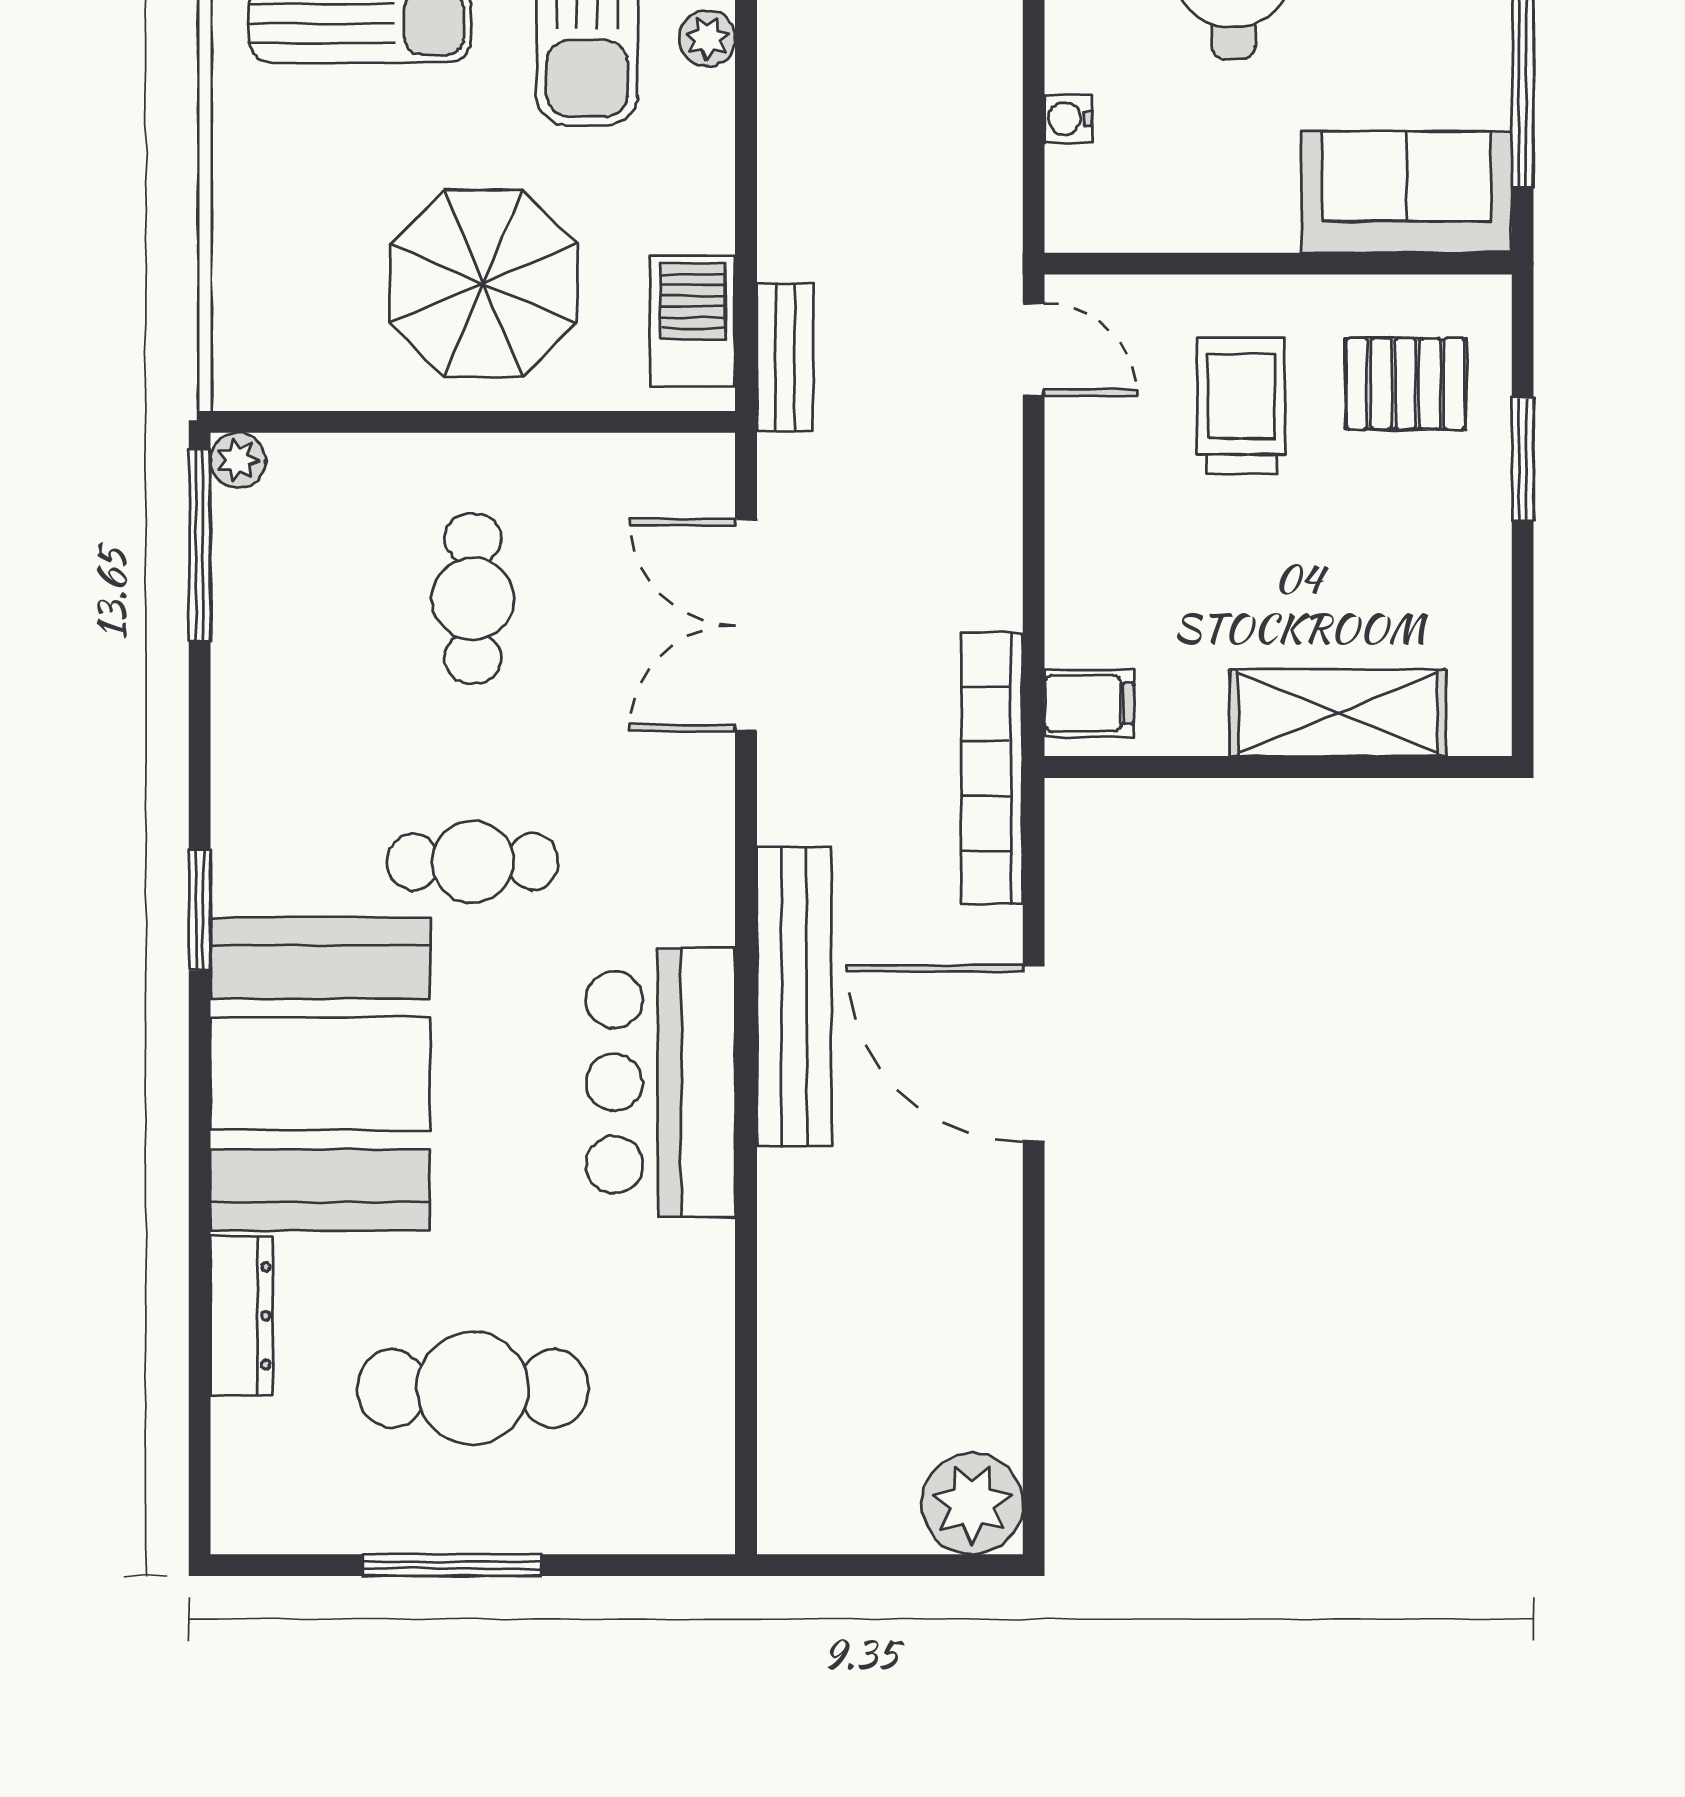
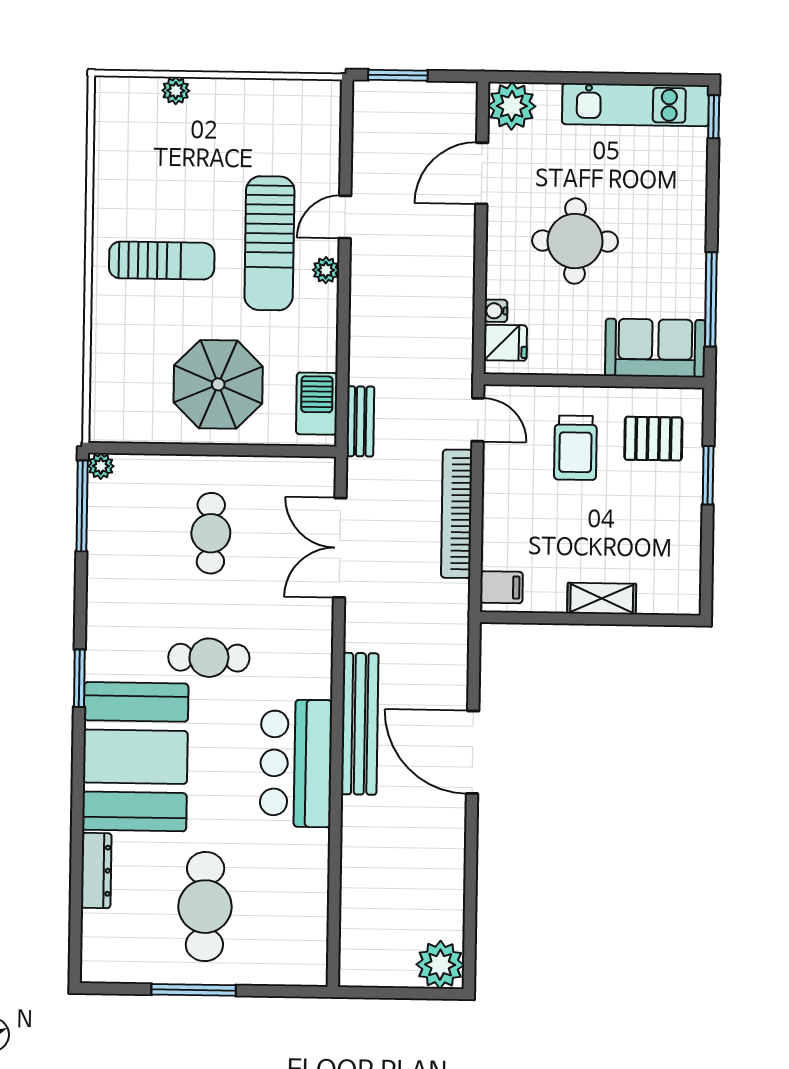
fridge: (1089, 186) -> (505, 343), added
trolley: (1241, 406) -> (575, 448), turned 180
shelving: (1338, 713) -> (602, 599), width x0.67, depth x0.75
bookcase: (992, 769) -> (457, 514), moved
cafe table: (473, 1388) -> (205, 907), turned 90

